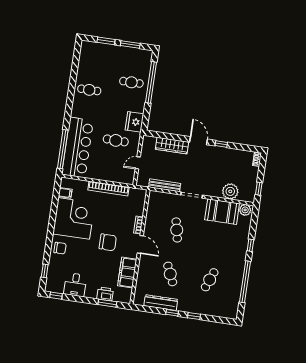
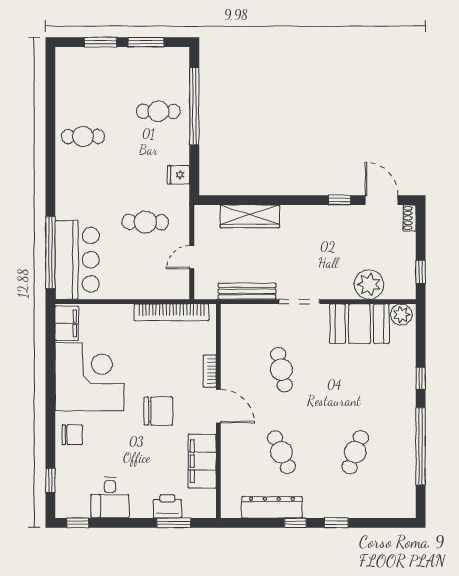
fridge: (134, 122) -> (178, 175), width x0.53, depth x0.75
door: (199, 141) -> (382, 200), moved
bar counter: (78, 147) -> (77, 260), width x0.73
bookcase: (108, 189) -> (171, 312), moved
filing cabinet: (65, 193) -> (67, 323), width x2.00

